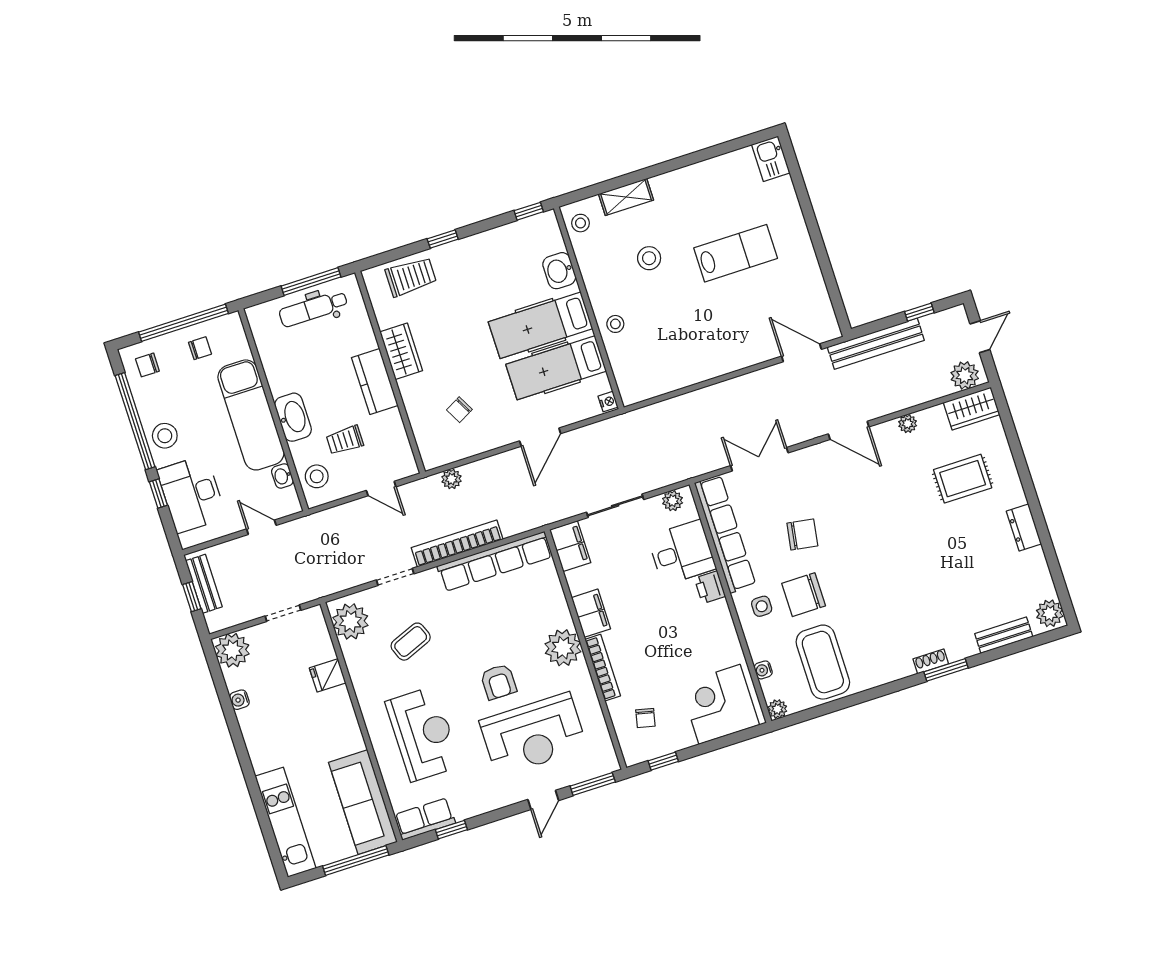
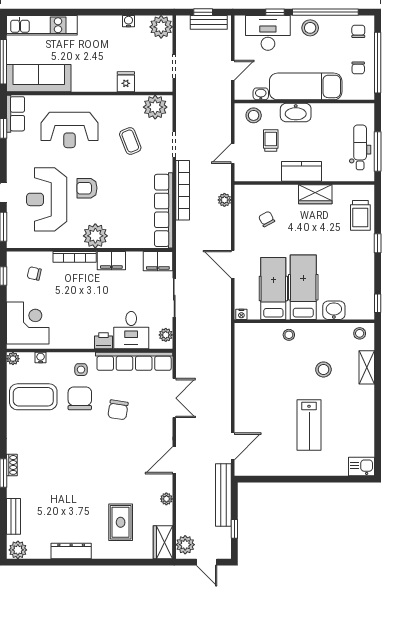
dresser: (1024, 528) -> (71, 551), width x1.44

